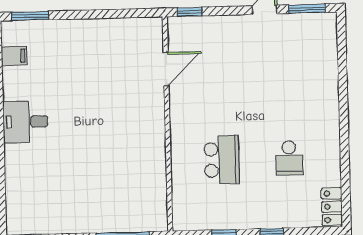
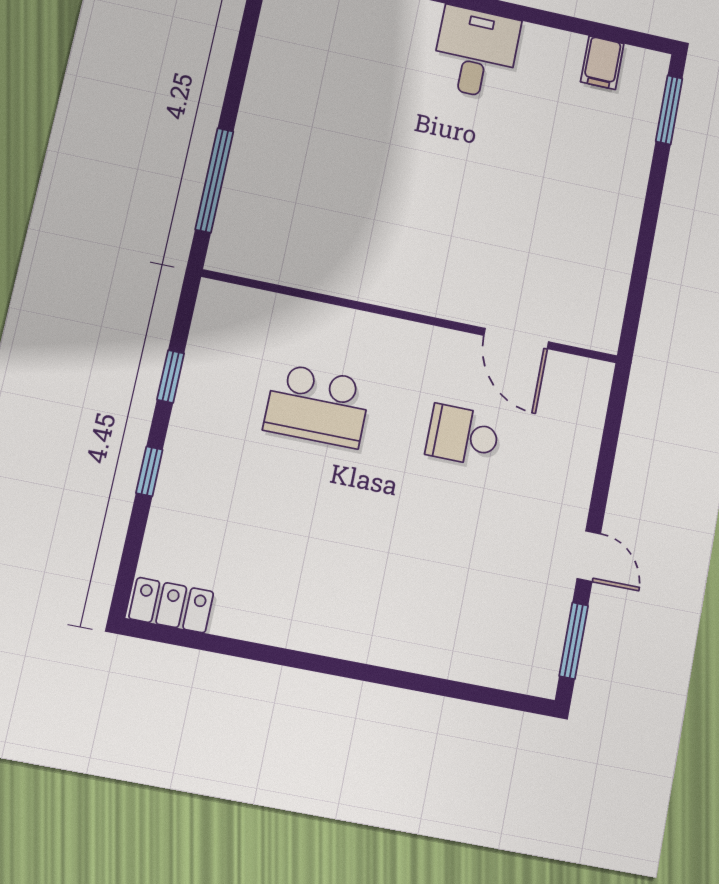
window: (190, 12) -> (615, 410), removed
school desk: (289, 158) -> (463, 435), moved

